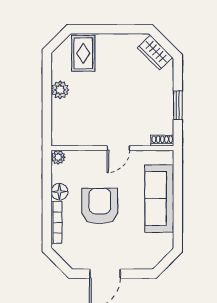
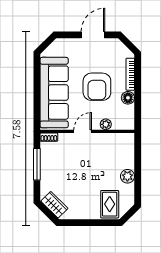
window: (178, 105) -> (37, 164), width x1.44
plant: (58, 157) -> (106, 124), moved
sofa: (159, 198) -> (54, 93), width x1.36, depth x1.27

